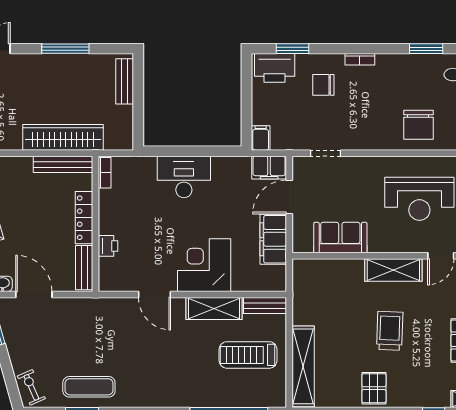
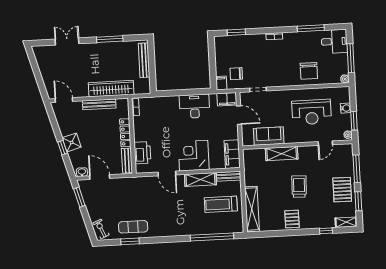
window: (426, 49) -> (311, 28), width x1.44
printer: (275, 68) -> (227, 44), removed
bench: (125, 81) -> (144, 60), width x1.36
chair: (323, 85) -> (236, 74), moved
bench: (63, 164) -> (99, 104), moved
desk: (184, 177) -> (195, 106), moved
door: (289, 197) -> (239, 115), swing flipped
filing cabinet: (273, 239) -> (232, 154), moved
printer: (108, 246) -> (142, 153), width x1.87, depth x1.48
shelving: (393, 270) -> (282, 154), moved

